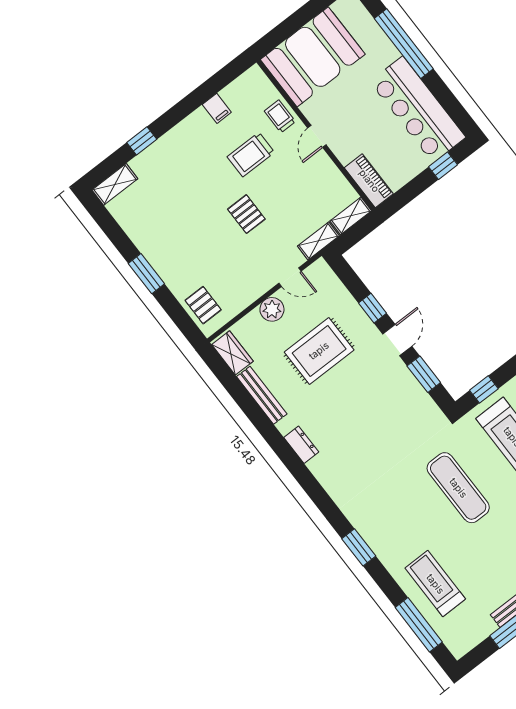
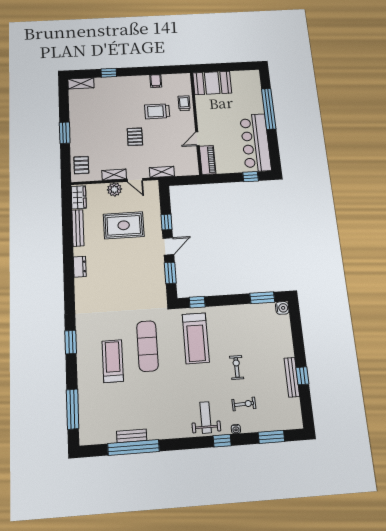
booth: (313, 57) -> (212, 83), width x0.73, depth x0.70
door: (317, 136) -> (197, 139), moved
shelving: (351, 216) -> (114, 175), moved
treadmill: (435, 584) -> (113, 361), moved

